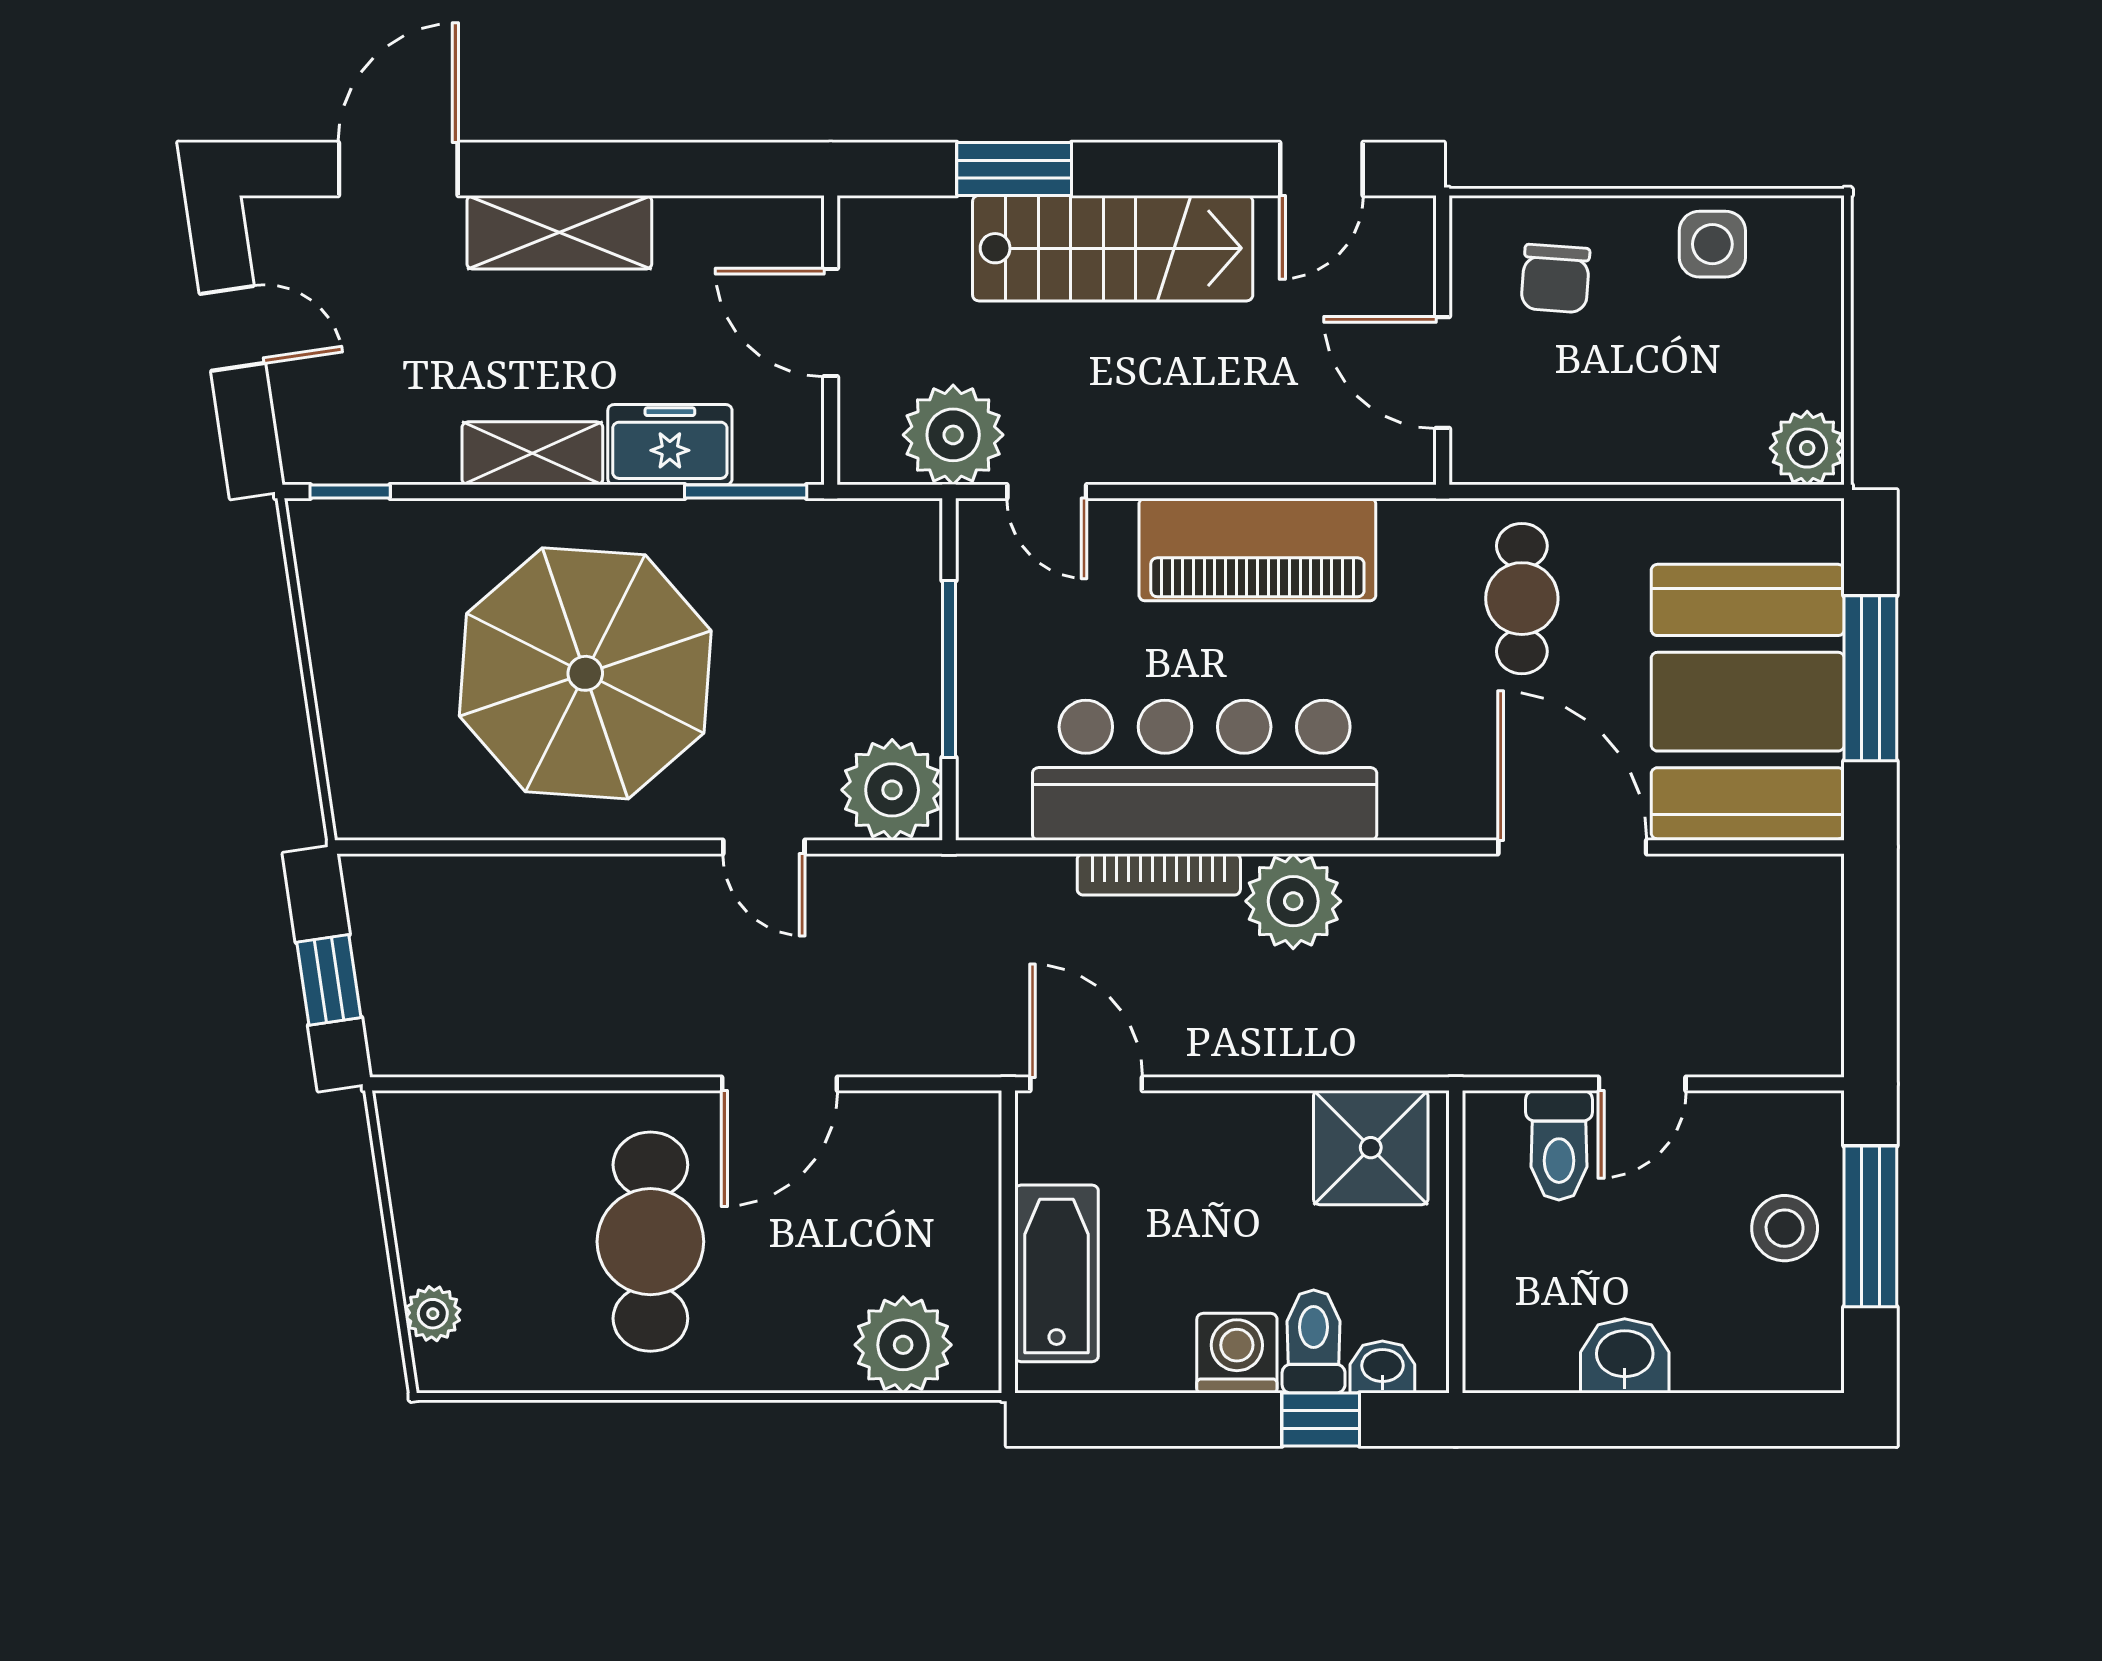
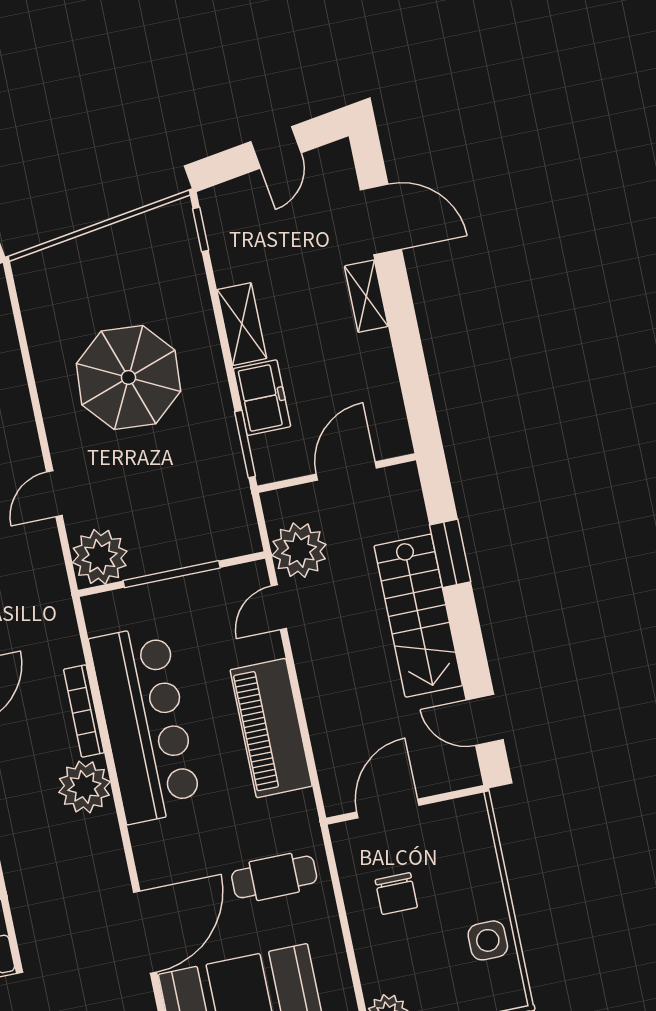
shelving: (559, 232) -> (366, 296), width x0.67, depth x0.75
chair: (1555, 279) -> (396, 894), moved, turned -94
parasol: (585, 673) -> (128, 377), width x0.73, depth x0.73

